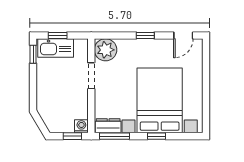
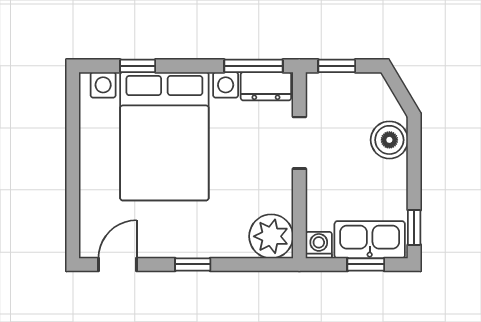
doorway: (91, 76) -> (299, 143), moved
boiler: (46, 99) -> (389, 140), added
washing machine: (81, 126) -> (319, 245), moved, turned 180
window: (156, 136) -> (138, 66), moved

